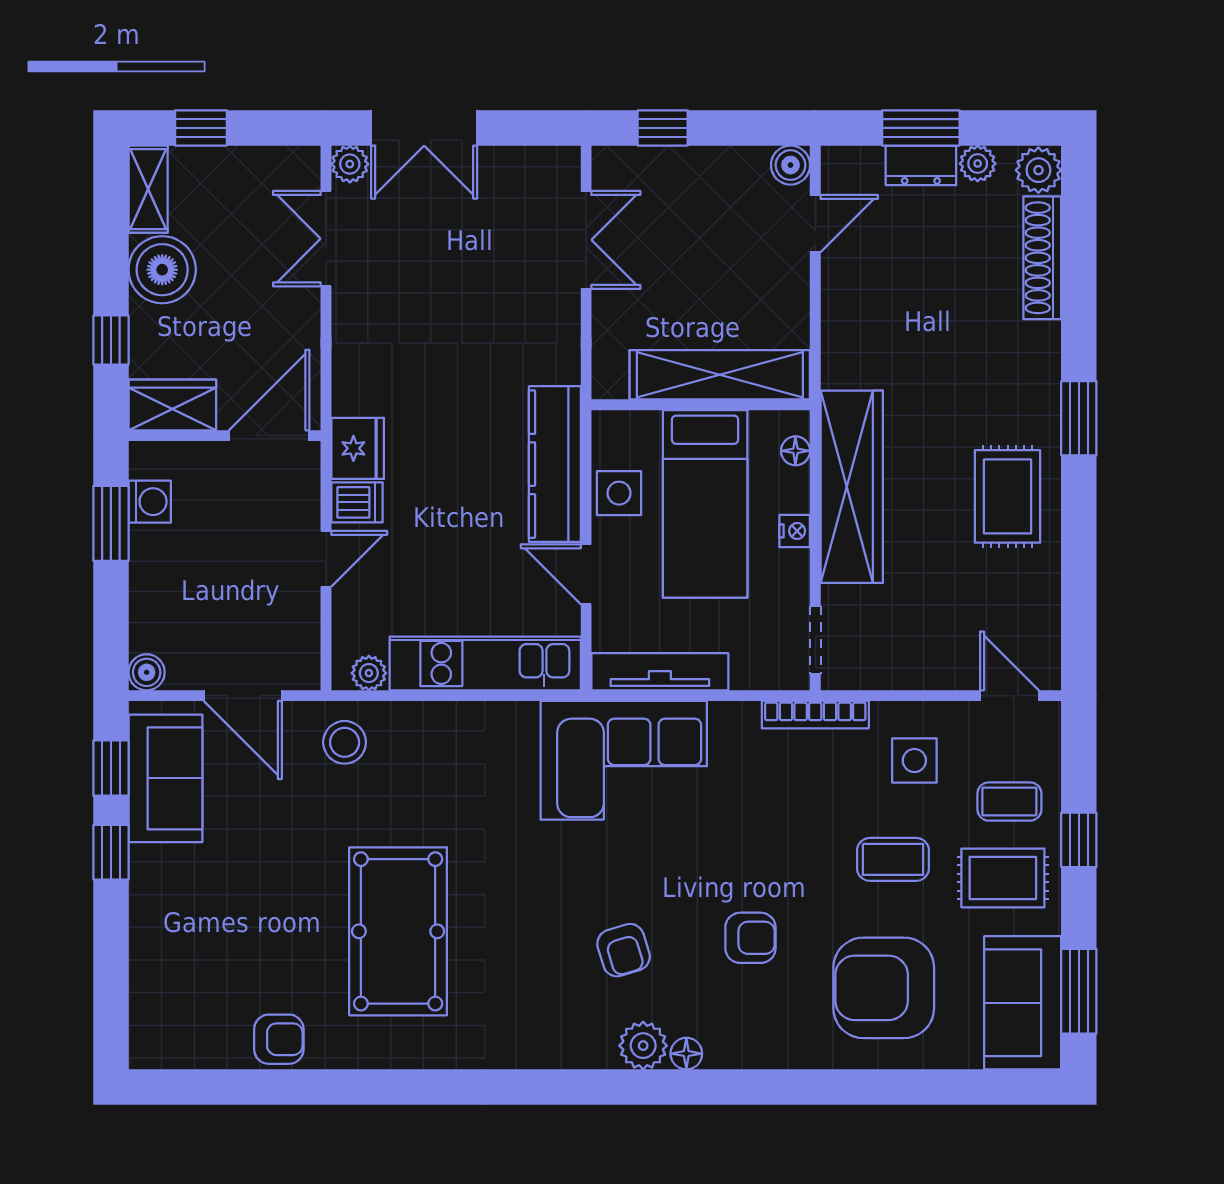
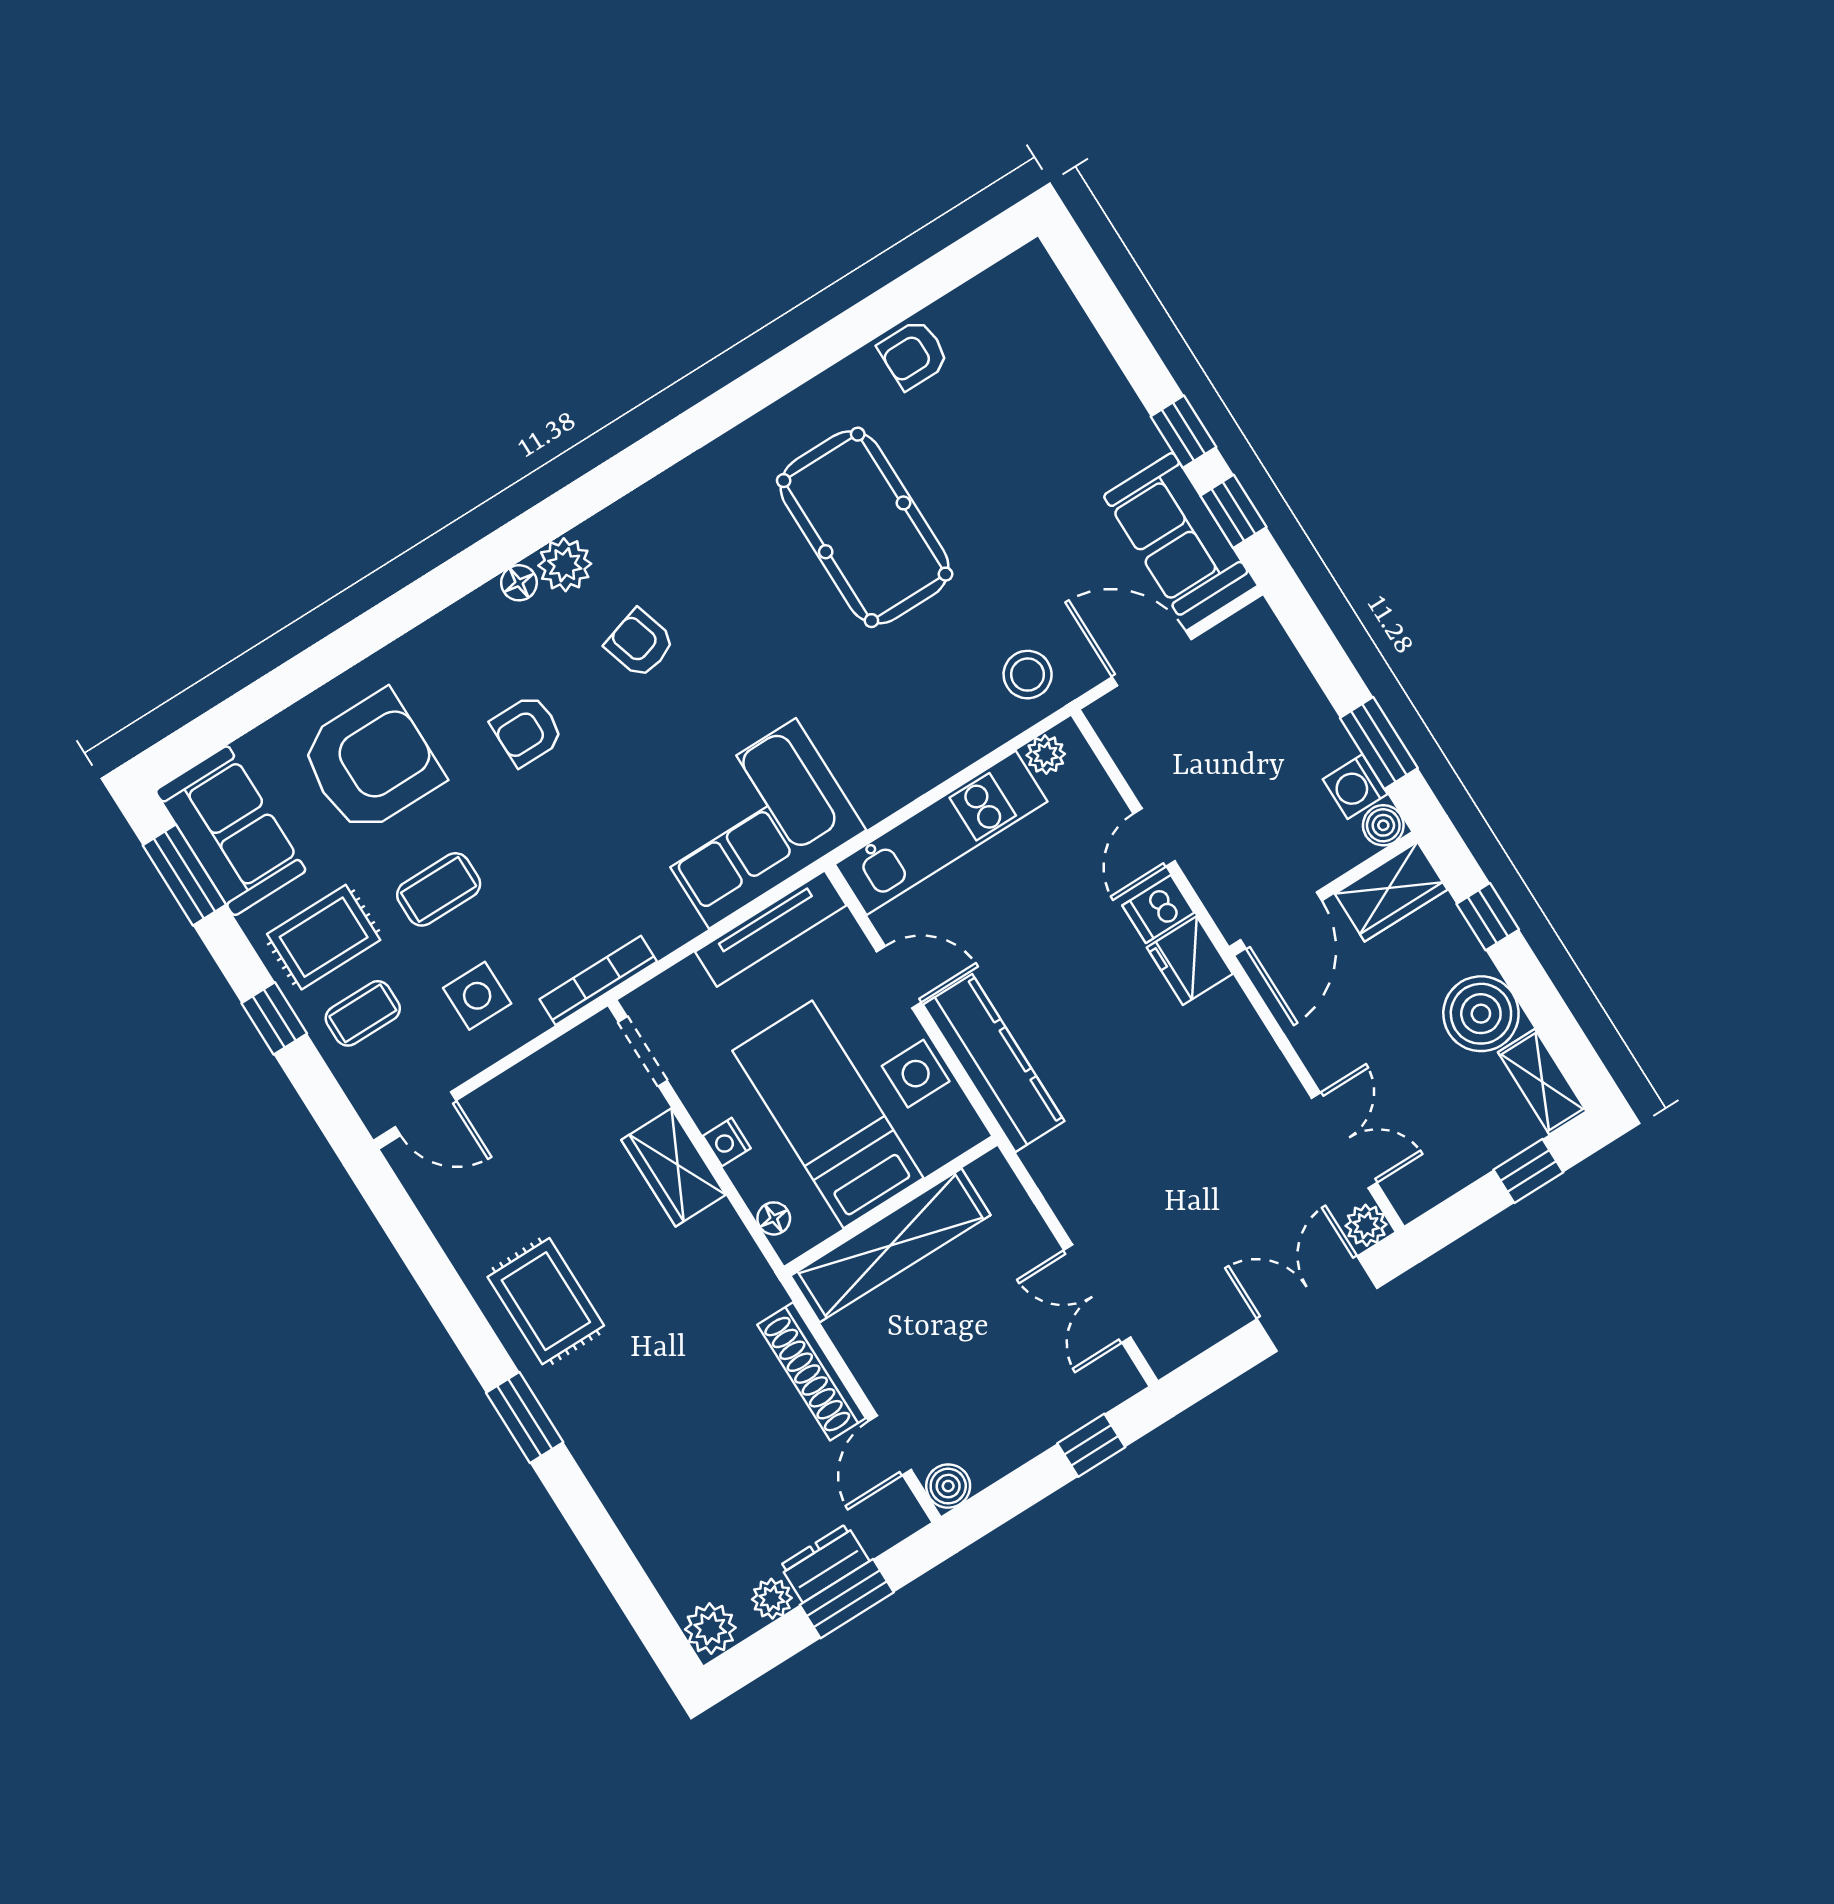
shoe rack: (1042, 258) -> (812, 1371), moved, turned 180
wardrobe: (852, 487) -> (674, 1167), width x0.48, depth x0.85
boiler: (147, 672) -> (1383, 825), moved

